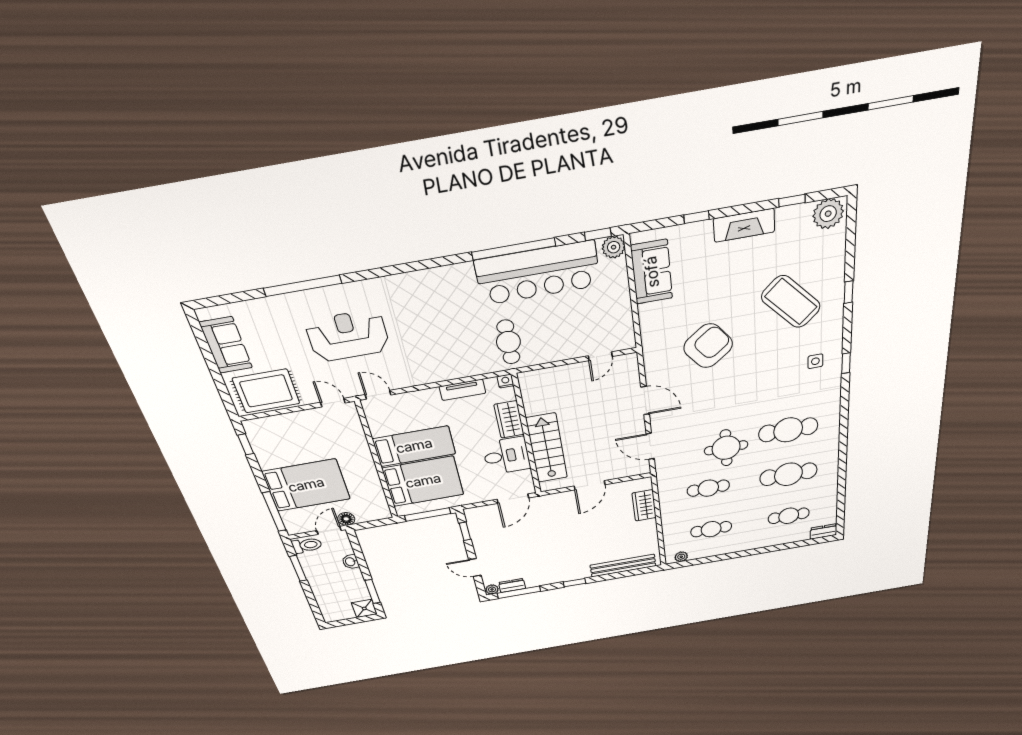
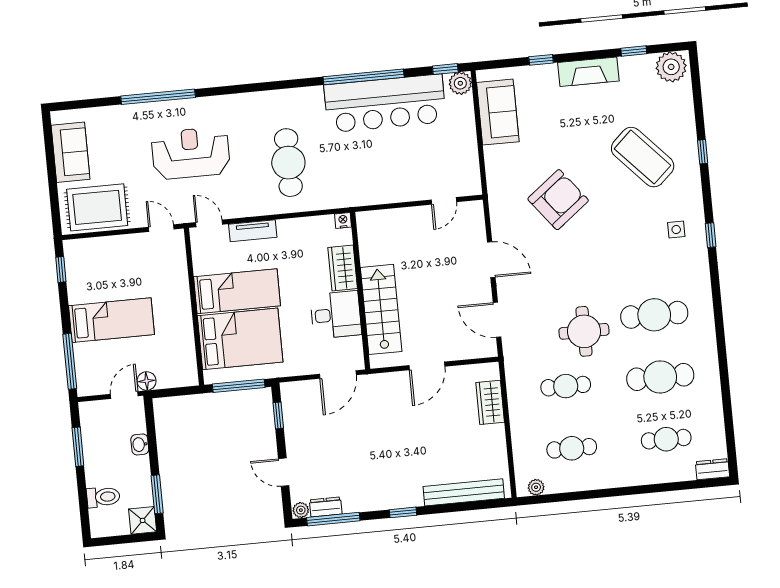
cafe table: (508, 342) -> (288, 163), moved, width x1.37, depth x1.35
tv unit: (462, 390) -> (253, 231), moved
bed: (306, 485) -> (112, 320), width x0.67
toilet: (307, 545) -> (103, 497), moved

